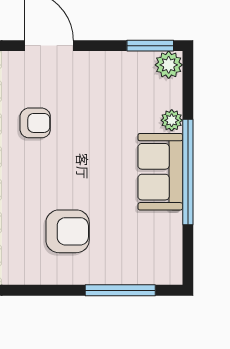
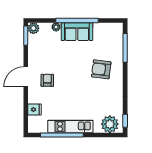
armchair: (35, 123) -> (47, 80), moved
armchair: (68, 231) -> (101, 69), turned -83

